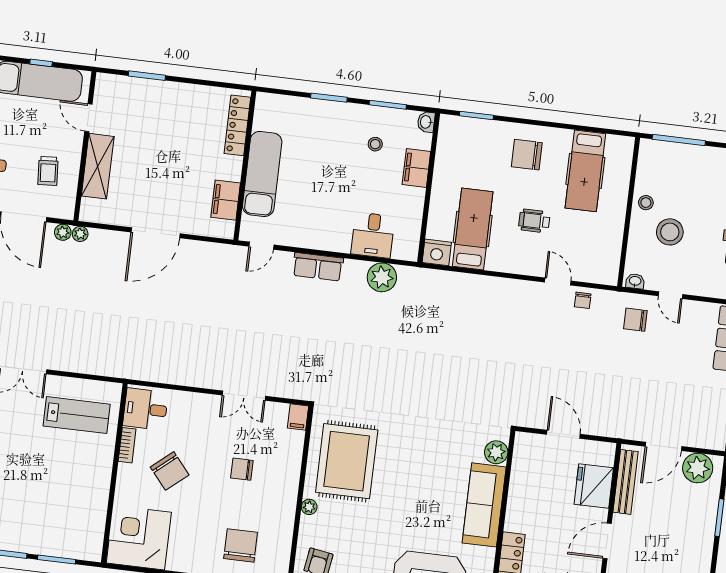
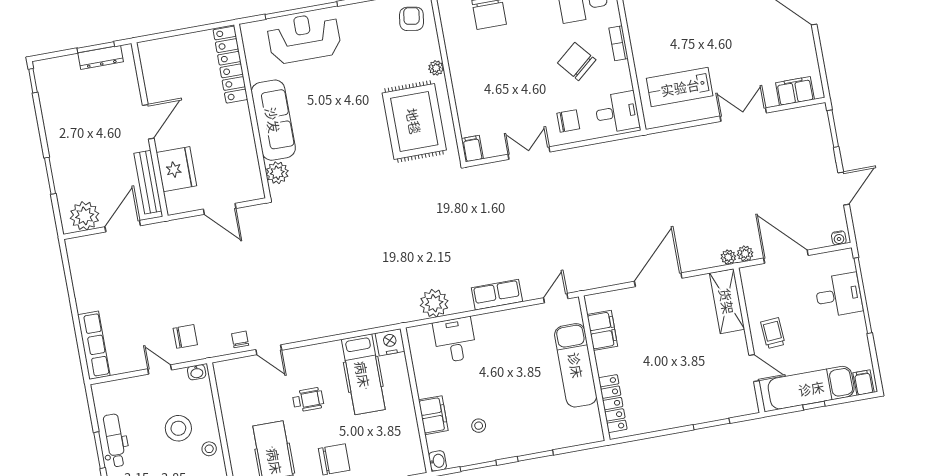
shelving: (98, 166) -> (727, 301), moved
trolley: (48, 171) -> (773, 333), moved
bookcase: (127, 445) -> (618, 43), moved
chair: (242, 469) -> (568, 121), moved

